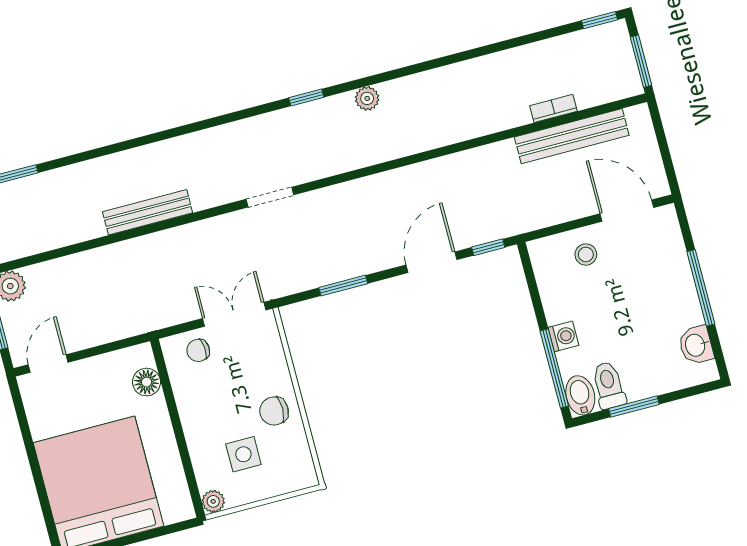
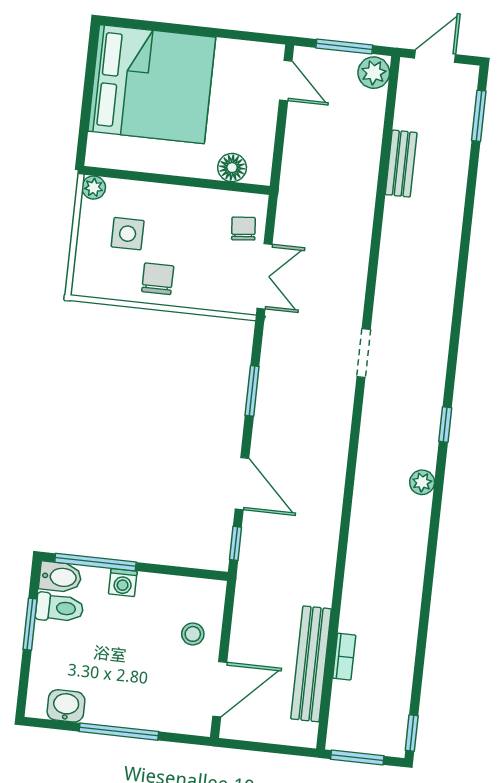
bench: (148, 212) -> (401, 164), moved, width x0.73

